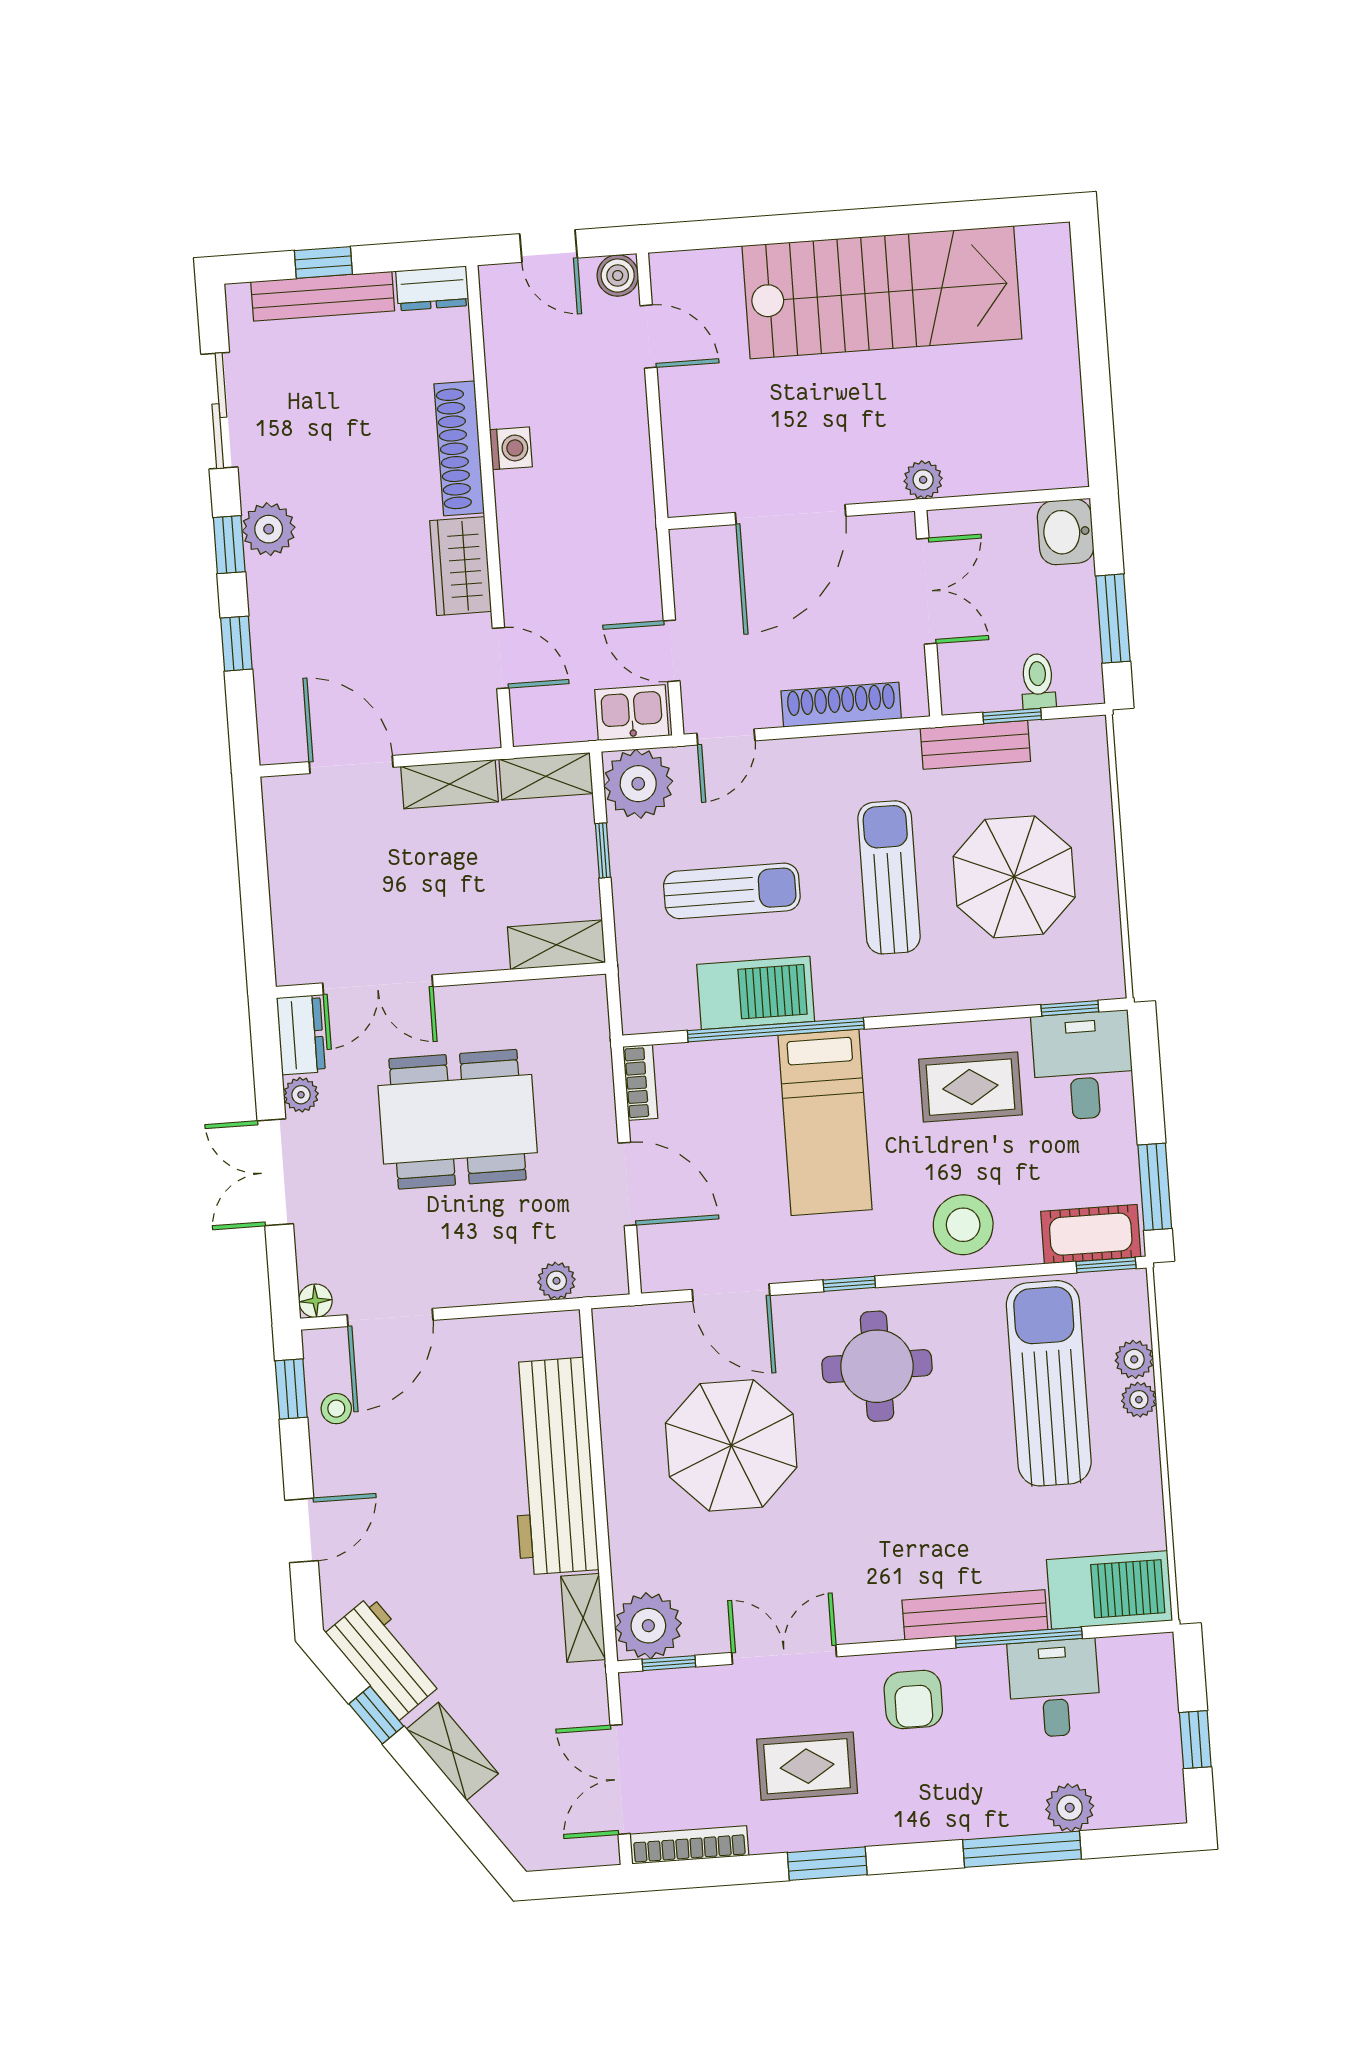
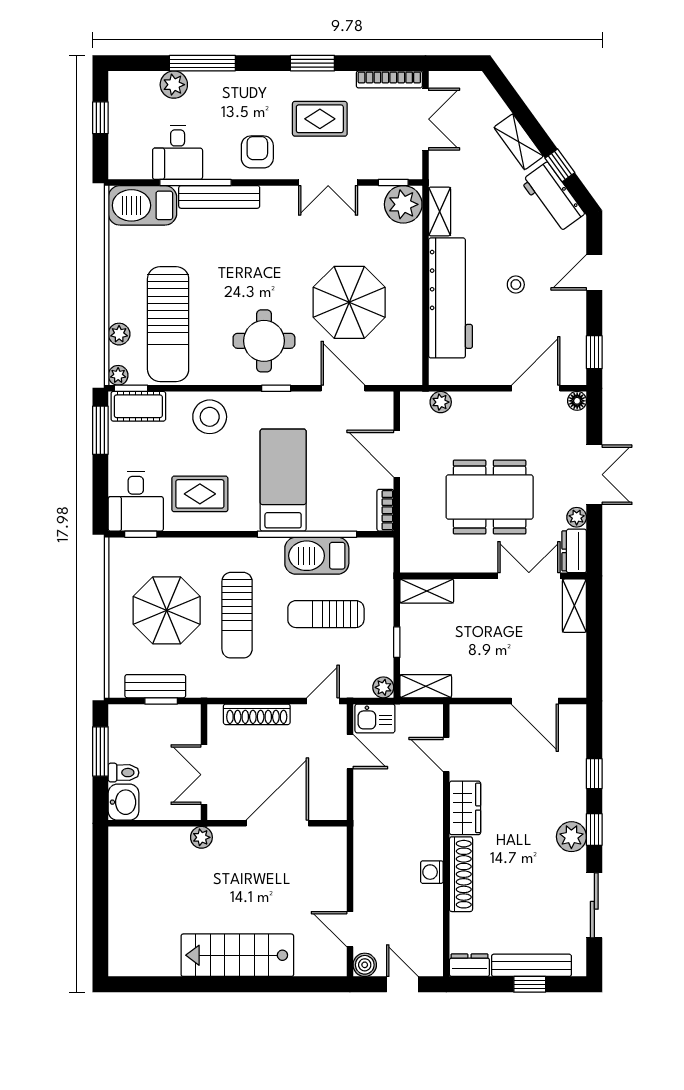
stairs: (882, 292) -> (237, 955), width x0.73, depth x0.66
toilet: (1038, 681) -> (124, 773), moved, turned -90
bench: (975, 745) -> (155, 686), moved
shelving: (449, 784) -> (574, 606), moved, turned 90
plant: (638, 784) -> (383, 687), width x0.53, depth x0.53
plant: (1139, 1400) -> (118, 375), moved
stool: (336, 1409) -> (516, 285), moved

